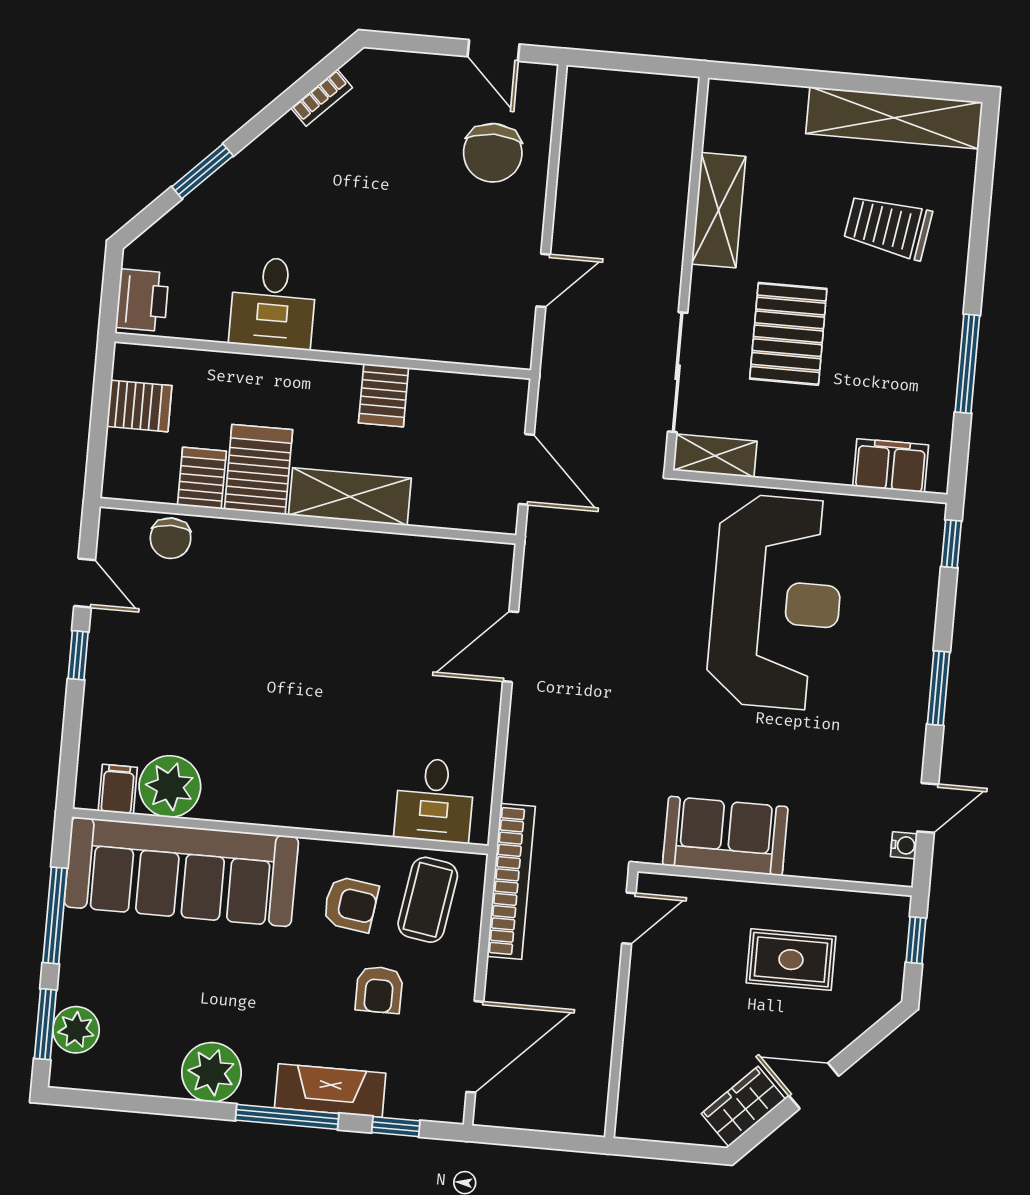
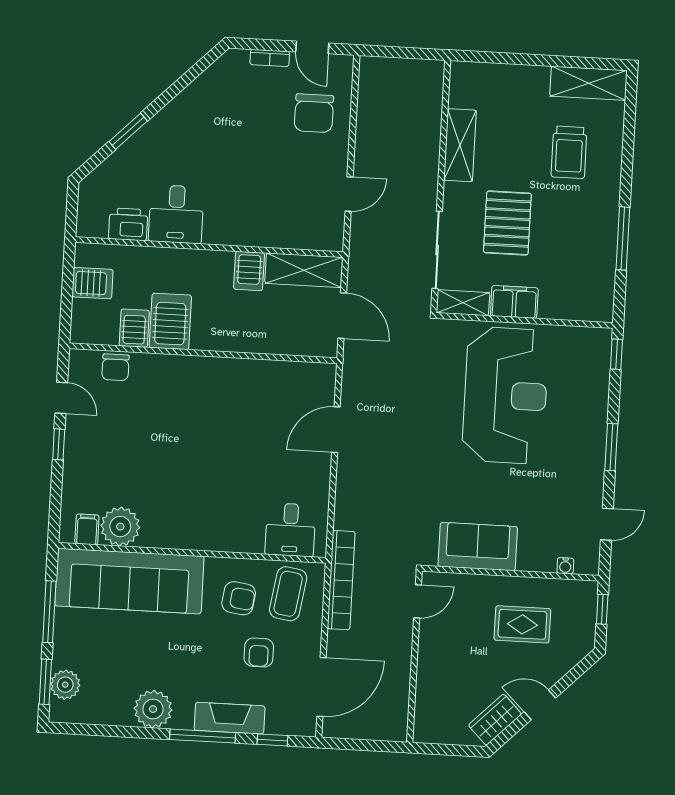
bookcase: (322, 98) -> (270, 58), moved, turned 45
shelving: (894, 118) -> (588, 83), width x0.68
trolley: (888, 227) -> (569, 152), turned -99
printer: (142, 300) -> (128, 224), moved, turned -90
filing cabinet: (891, 466) -> (514, 302), moved
shelving: (350, 497) -> (304, 270), moved
water cooler: (904, 845) -> (565, 566), moved, turned 90

